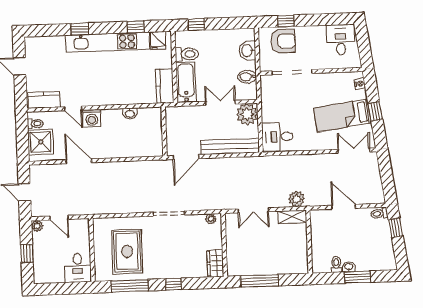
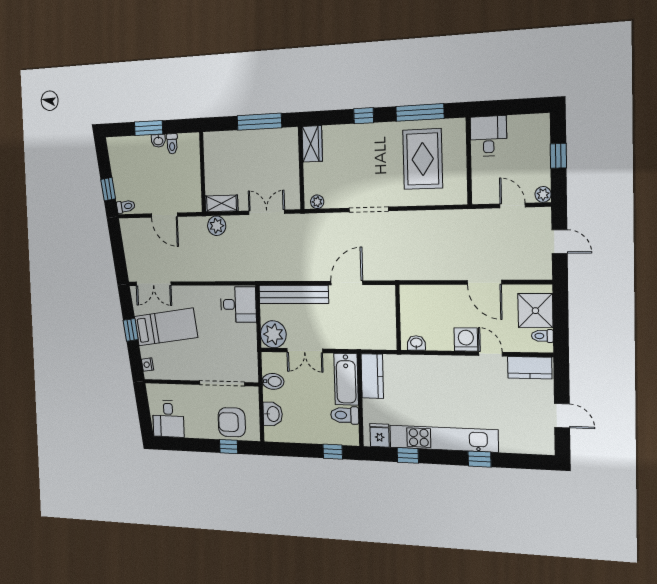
wall: (164, 131) -> (398, 318), moved

